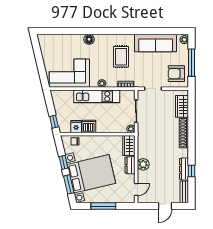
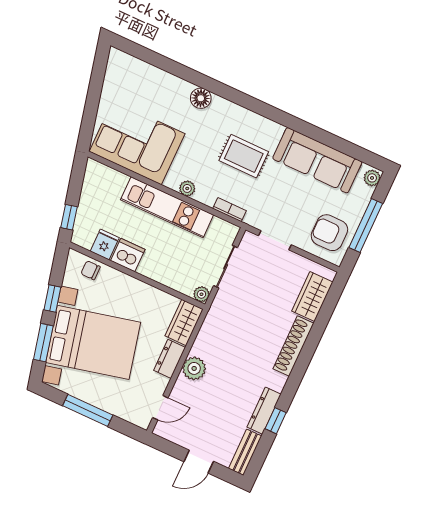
rug: (121, 57) -> (244, 156), turned 90

